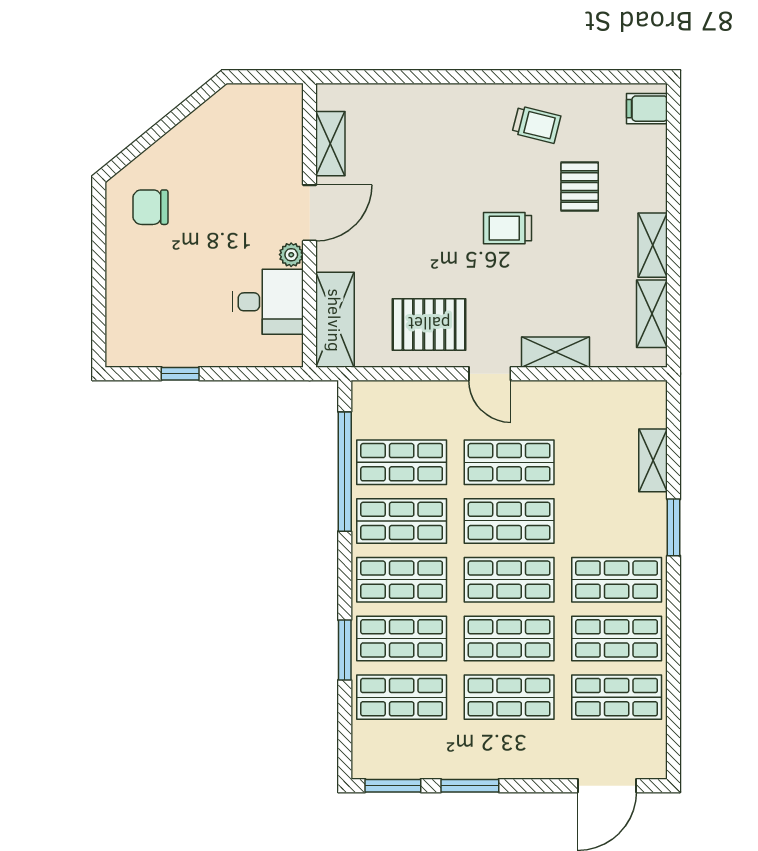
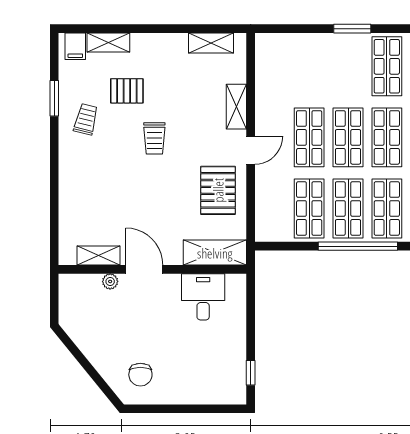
window: (568, 77) -> (54, 98), added
shelving: (653, 245) -> (108, 42), moved
plant: (291, 255) -> (110, 281), moved
window: (180, 374) -> (251, 373), moved
shelving: (653, 460) -> (308, 42), removed
window: (345, 472) -> (358, 246), moved

